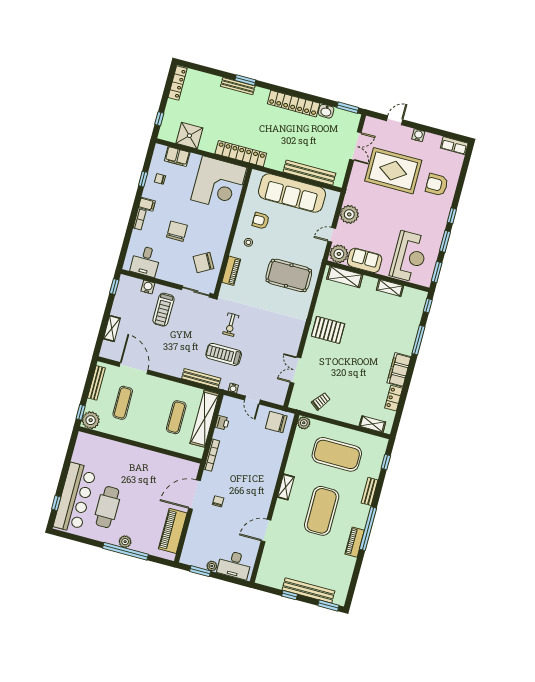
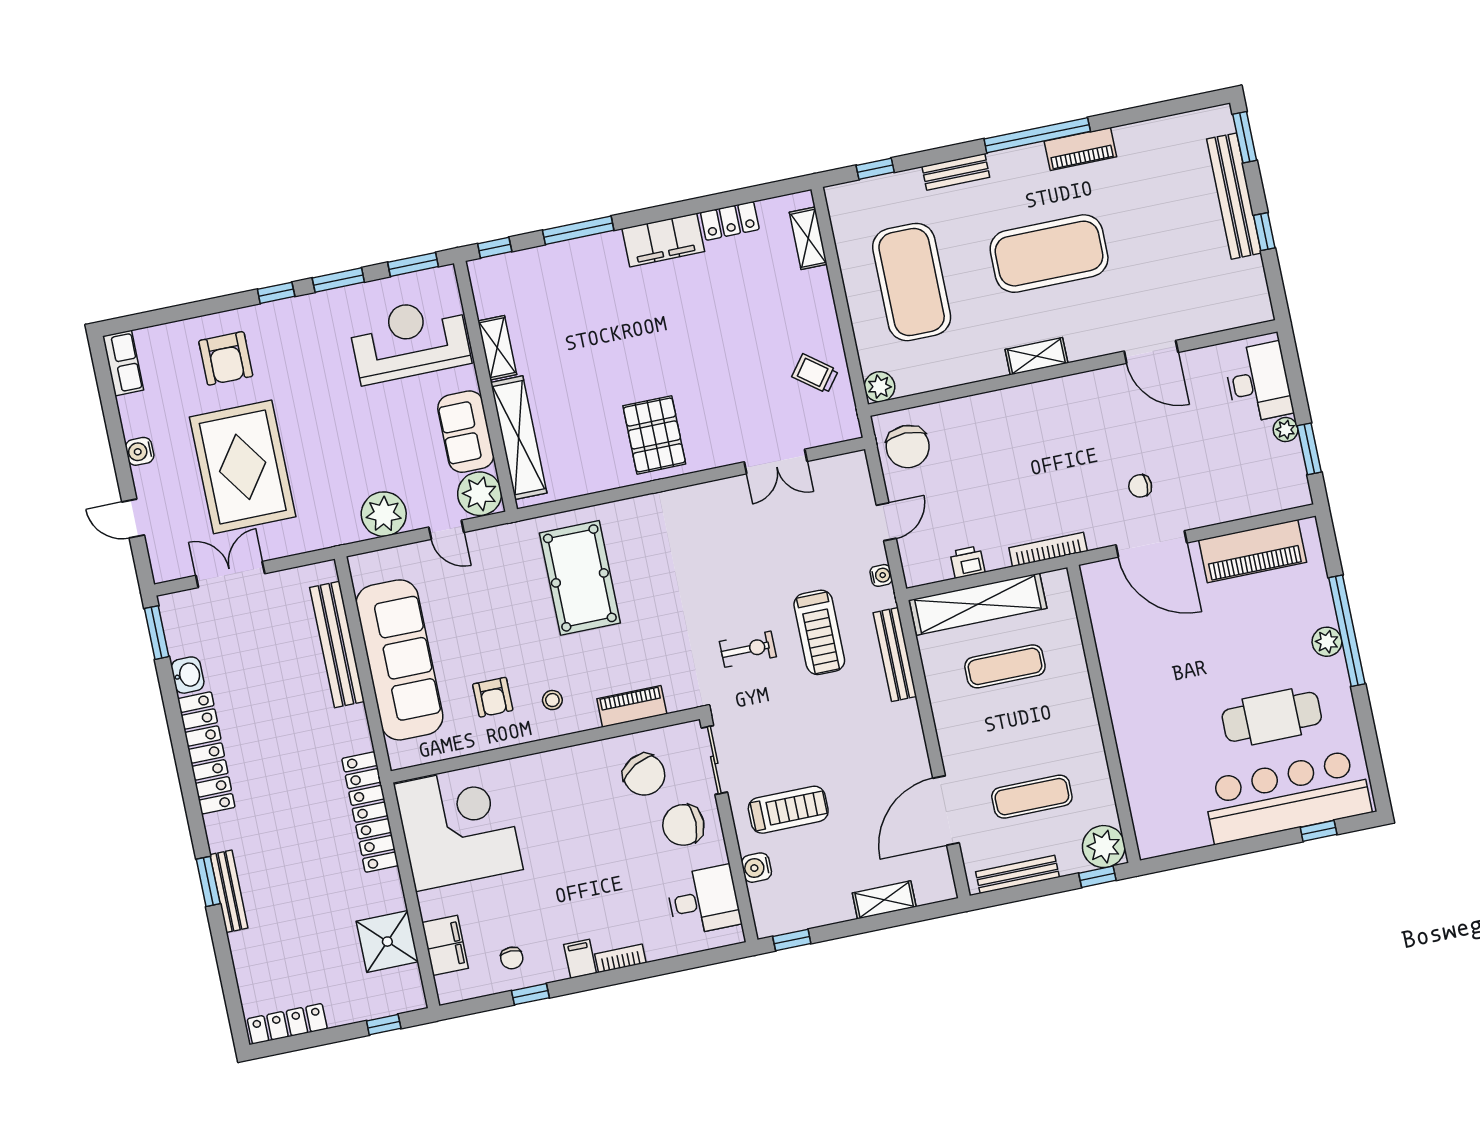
chair: (177, 231) -> (683, 825), moved
shelving: (345, 277) -> (519, 438), width x1.47

